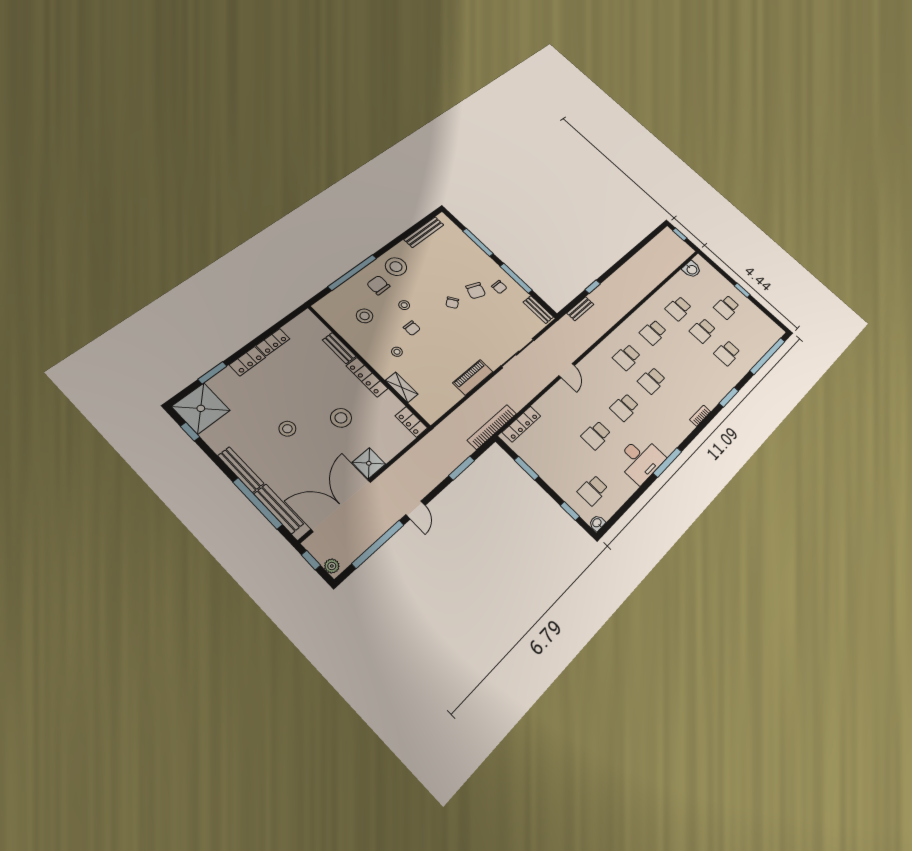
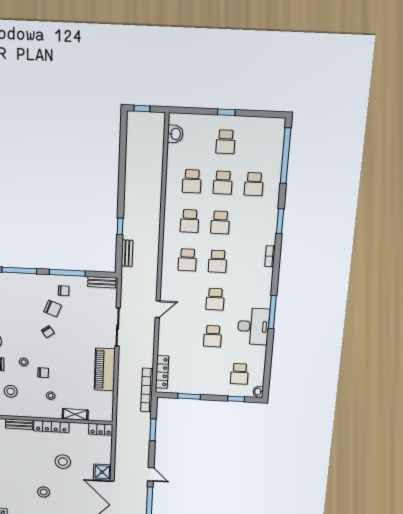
school desk: (678, 355) -> (220, 222), added
door: (567, 371) -> (158, 309), hinge flipped
piano: (473, 377) -> (105, 369), width x1.37, depth x1.33

